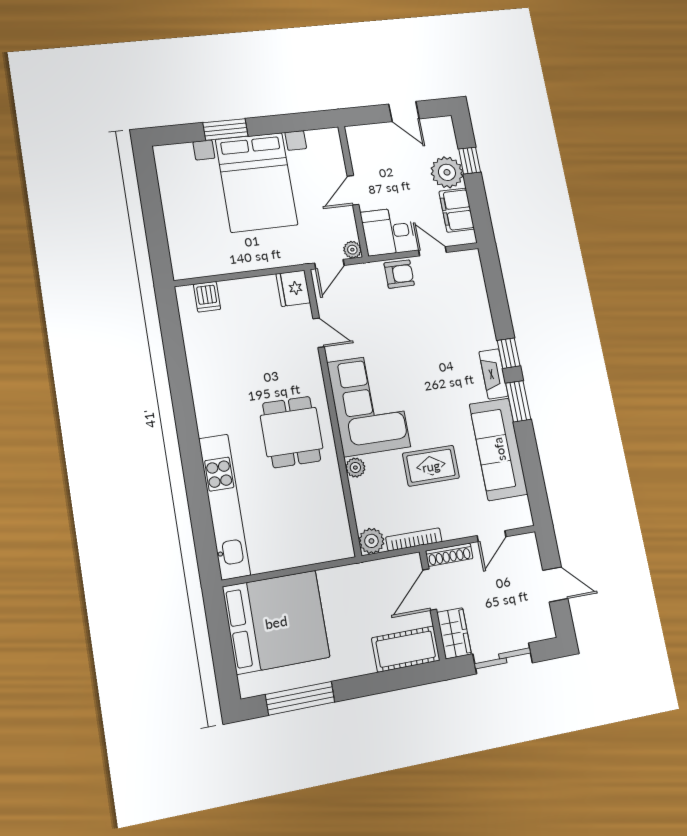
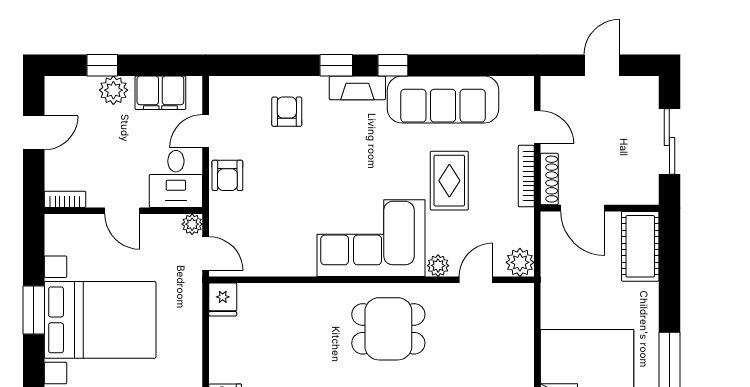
window: (225, 129) -> (34, 310), moved
bookcase: (354, 142) -> (65, 199), added
plant: (447, 172) -> (113, 90), width x0.73, depth x0.73
armchair: (399, 274) -> (227, 175), turned 180
fridge: (293, 288) -> (223, 299), width x0.72
armchair: (462, 317) -> (287, 112), added
door: (319, 333) -> (476, 280), moved
window: (518, 401) -> (393, 65), width x0.67
bookcase: (414, 539) -> (526, 176), moved
wardrobe: (454, 633) -> (633, 190), removed

